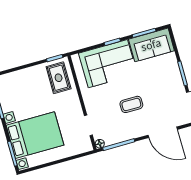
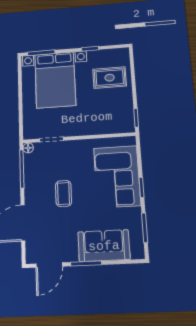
sofa: (151, 45) -> (104, 246), moved, turned 90
rug: (59, 78) -> (110, 78), moved

